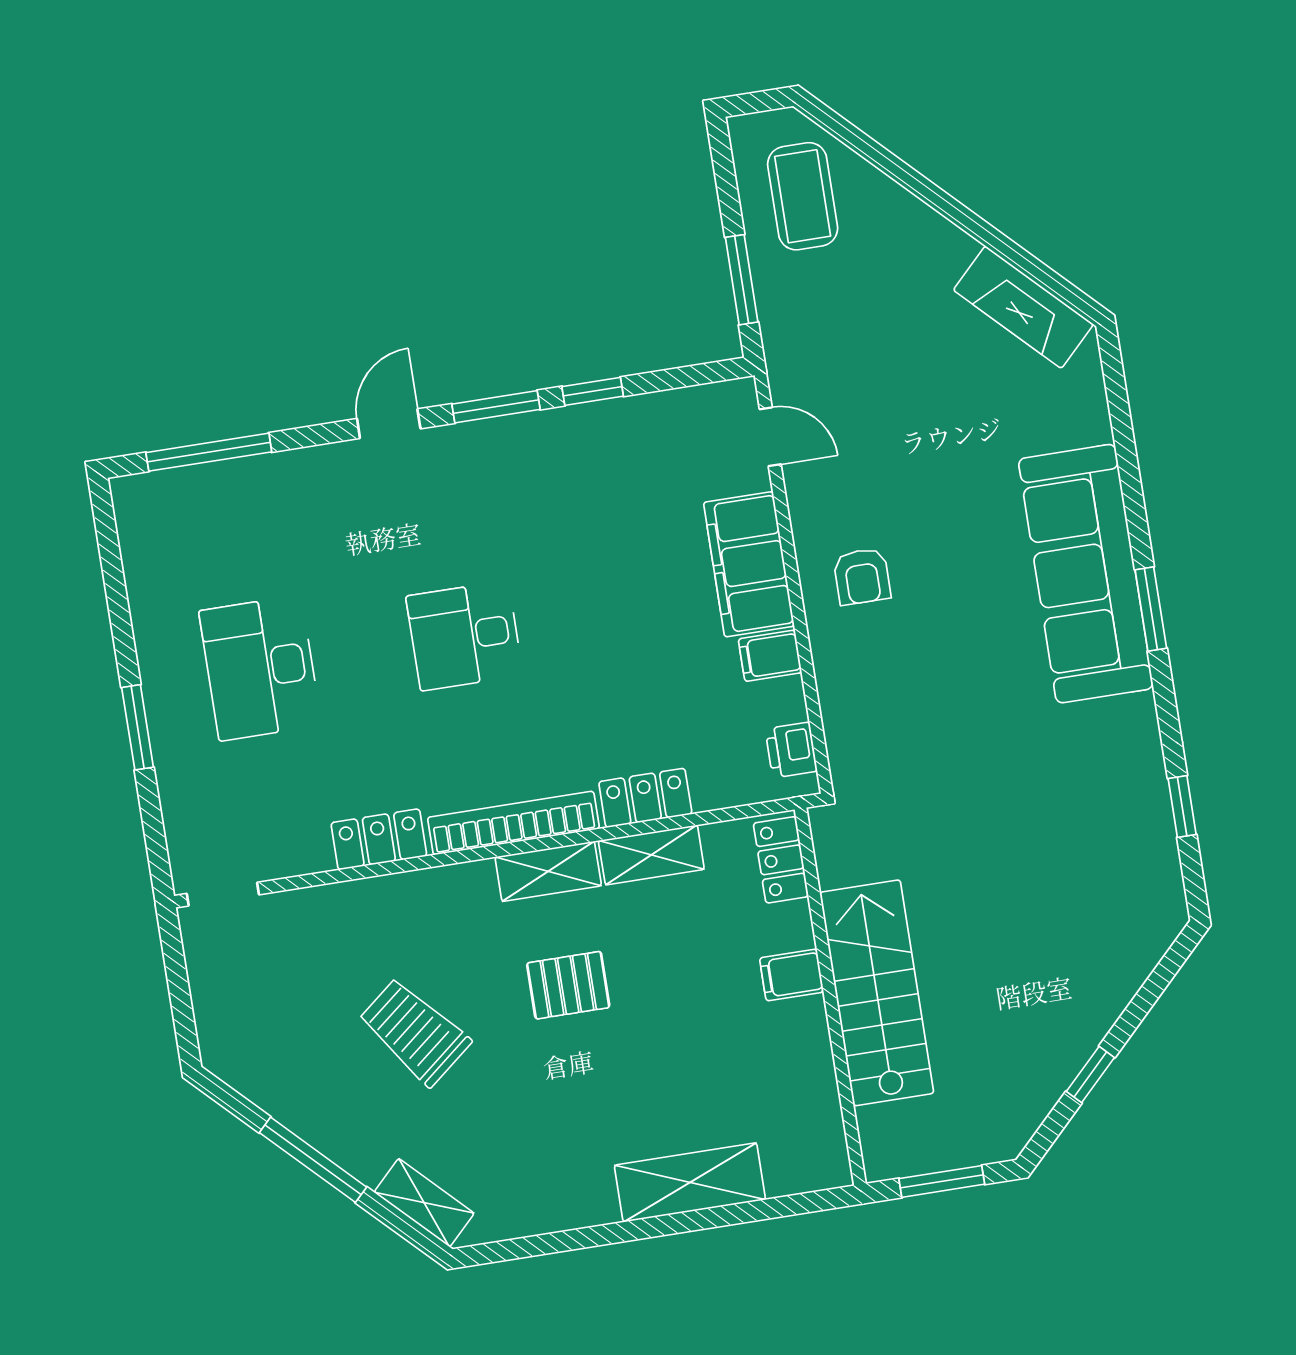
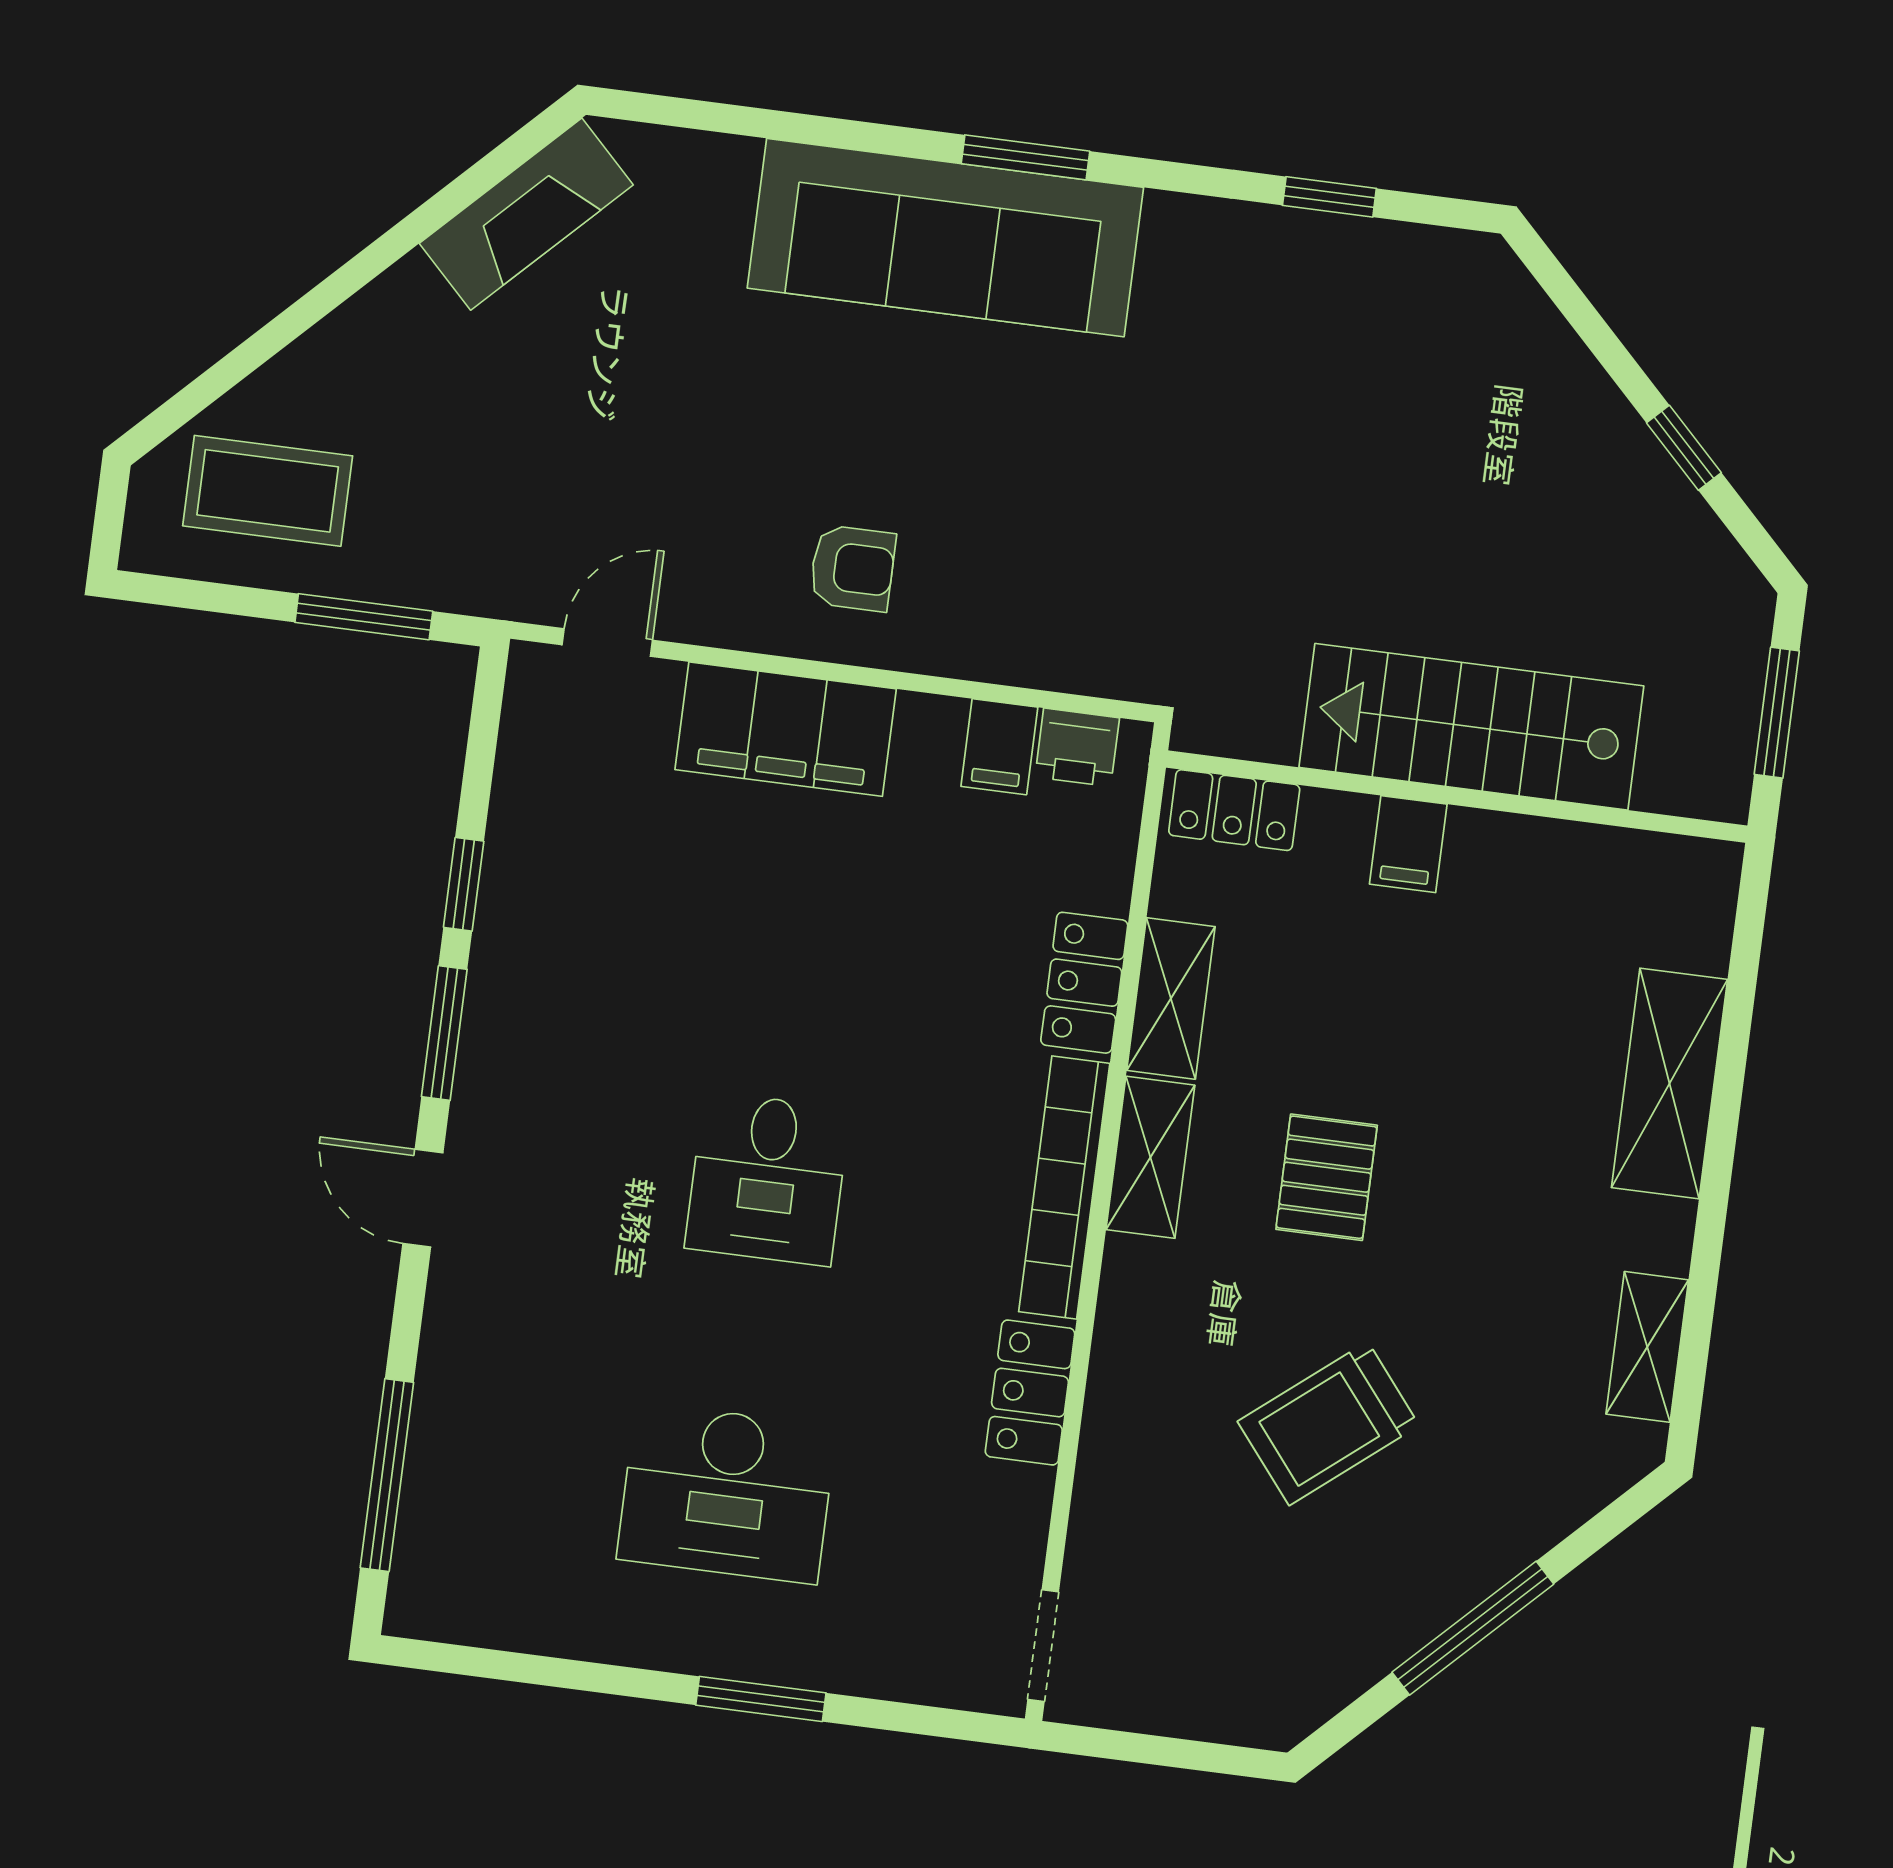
filing cabinet: (770, 656) -> (999, 747), moved
shelving: (424, 1203) -> (1647, 1347), moved, turned -45

